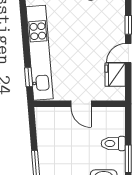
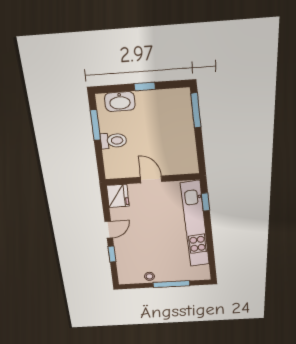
fridge: (115, 75) -> (118, 196), moved

